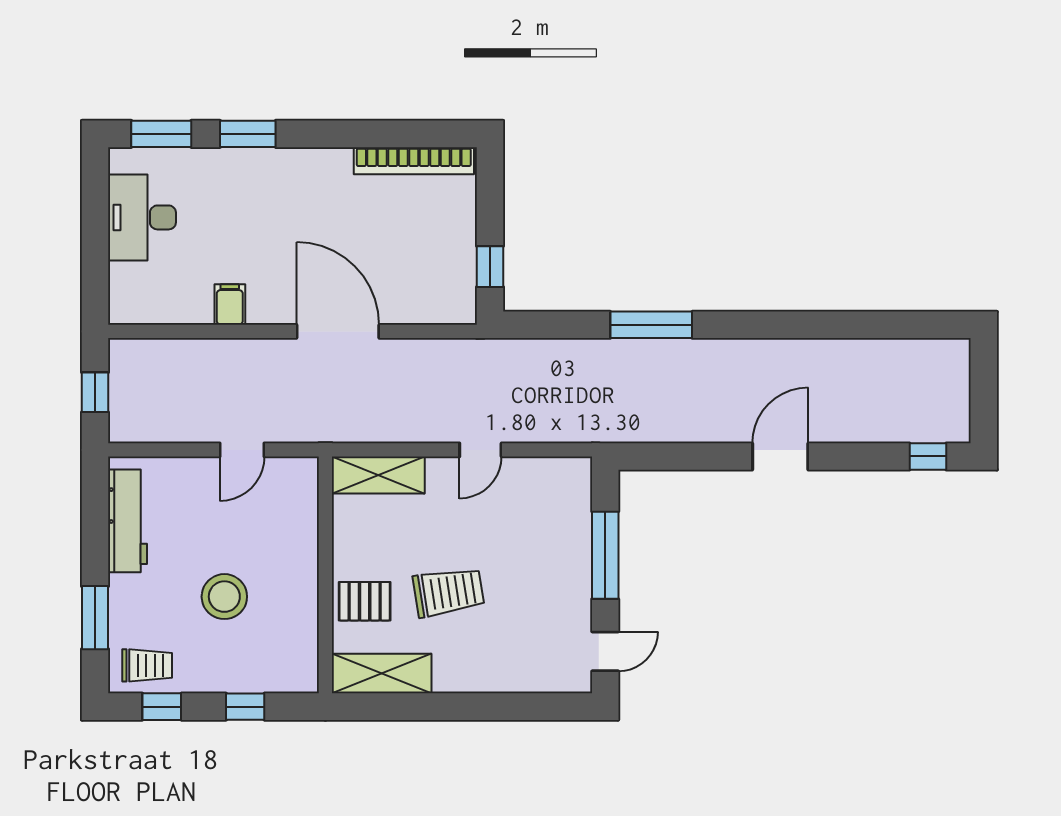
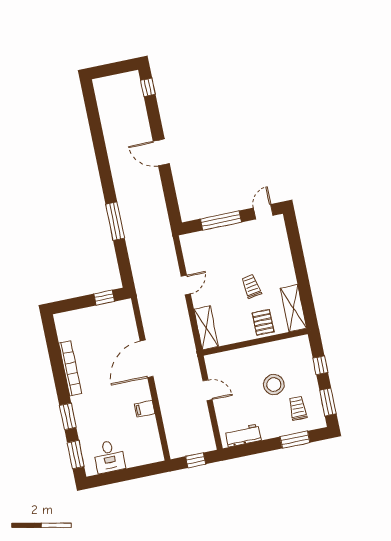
bookcase: (414, 161) -> (70, 368), moved
desk: (142, 217) -> (109, 456), width x0.73
door: (480, 450) -> (186, 285), hinge flipped
workbench: (127, 521) -> (243, 435), width x0.73
trolley: (448, 592) -> (251, 286), width x0.73, depth x0.72
door: (605, 651) -> (263, 212), hinge flipped
trolley: (147, 665) -> (298, 408), moved
window: (162, 707) -> (328, 402), width x1.50

